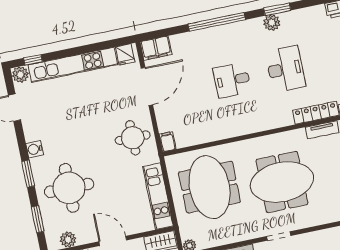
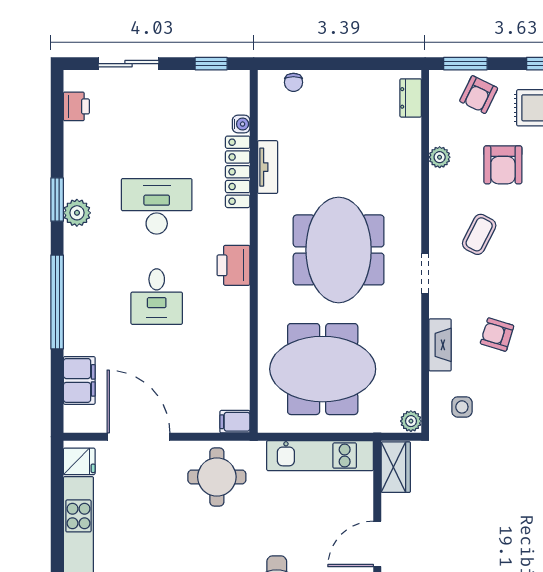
filing cabinet: (156, 48) -> (79, 380), moved
printer: (260, 122) -> (233, 265), added

